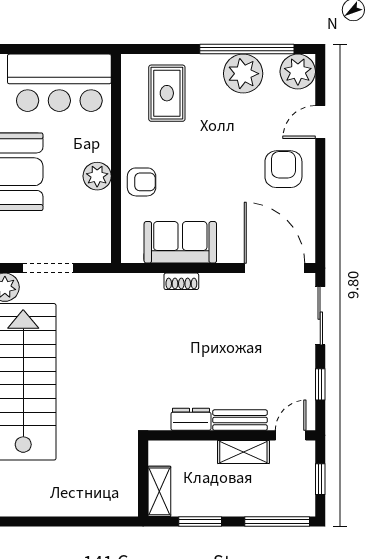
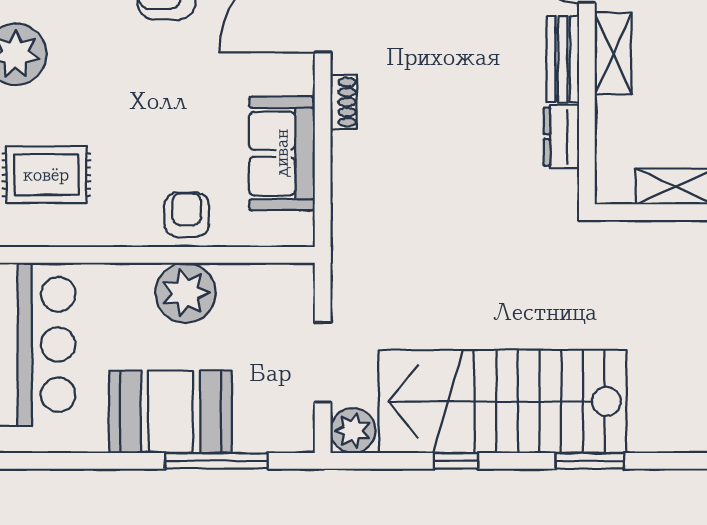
plant: (97, 176) -> (185, 293), width x1.36, depth x1.36
shoe rack: (181, 281) -> (344, 102), moved

